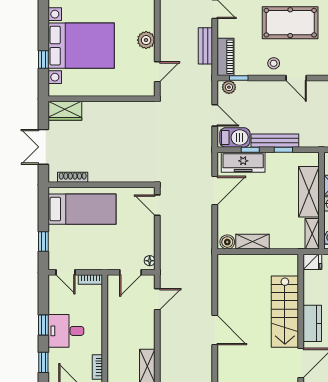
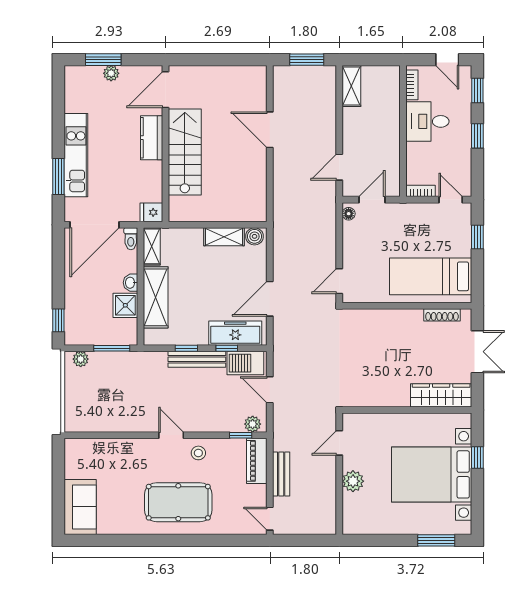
wardrobe: (65, 111) -> (441, 395), width x1.50
door: (157, 205) -> (339, 281), swing flipped
desk: (66, 331) -> (427, 121), moved, turned 180

